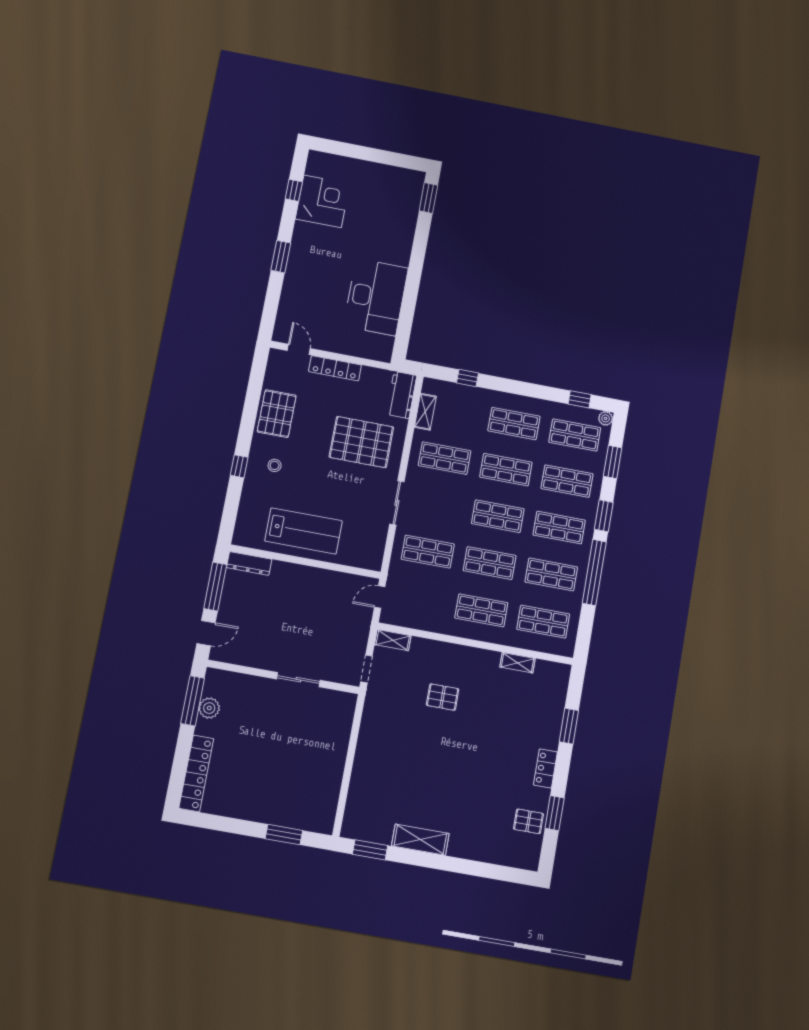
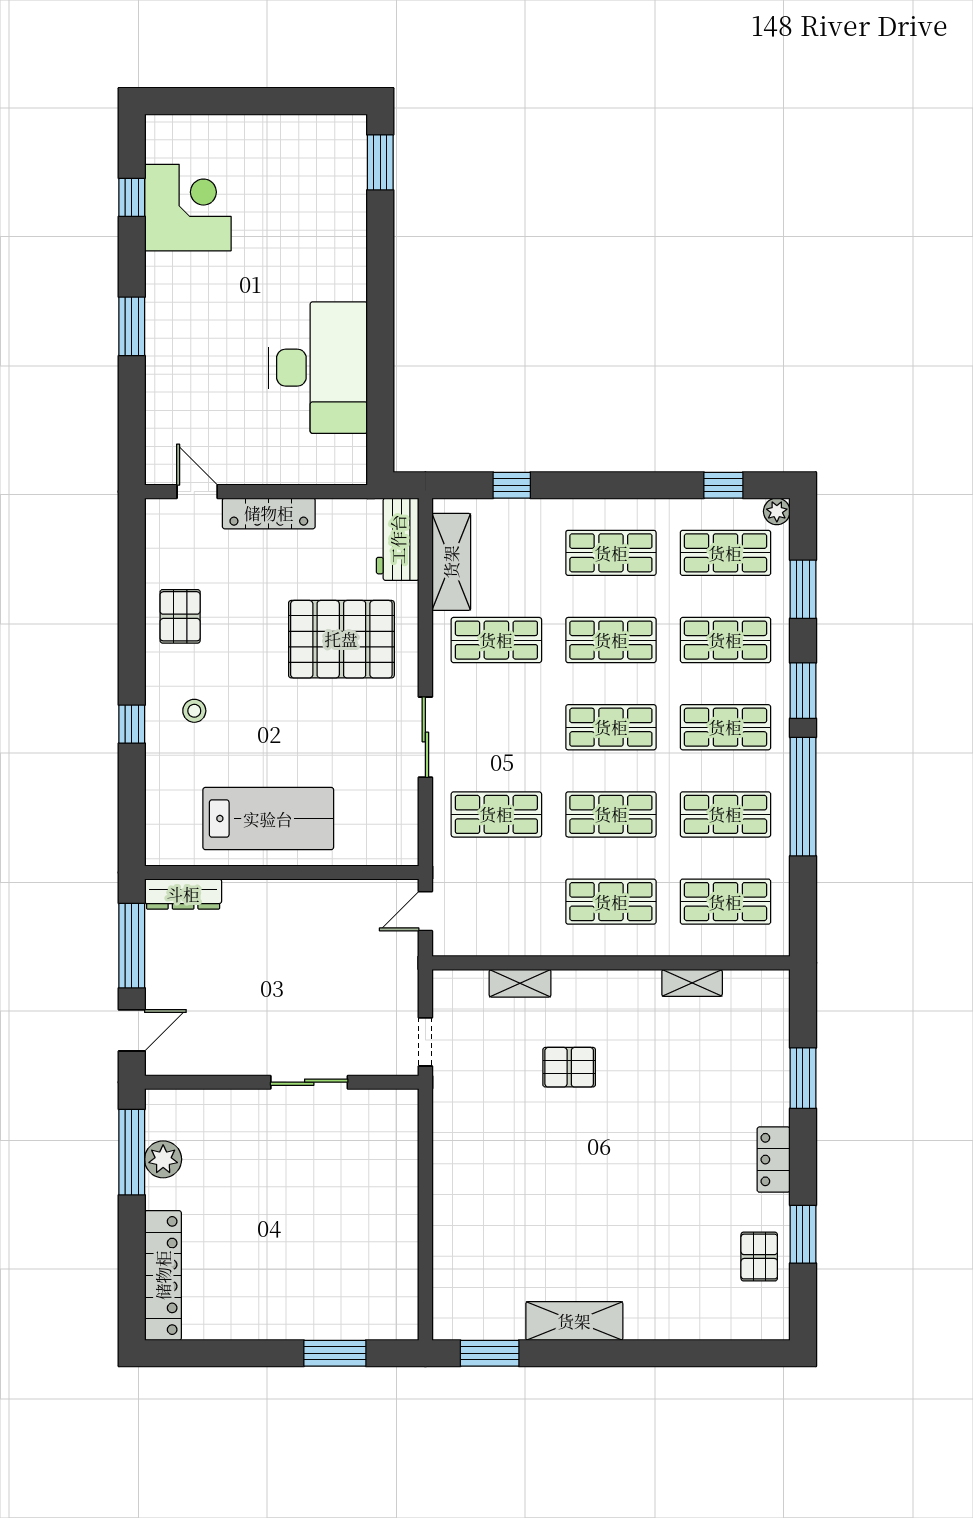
shelving: (425, 412) -> (451, 562), width x1.50, depth x1.33
pallet: (277, 414) -> (180, 616), width x0.67, depth x0.71
shelving: (393, 640) -> (520, 983), moved
pallet: (528, 821) -> (759, 1257), turned 90

